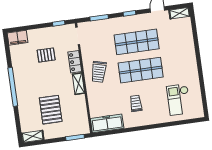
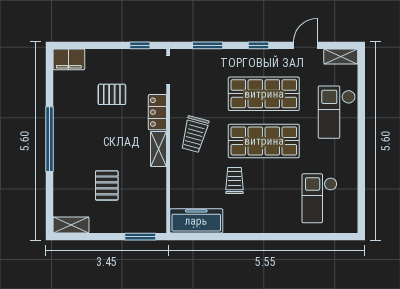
checkout: (182, 47) -> (337, 112), added
trolley: (136, 103) -> (234, 181), moved
pallet: (51, 110) -> (107, 185), width x0.67, depth x0.71

